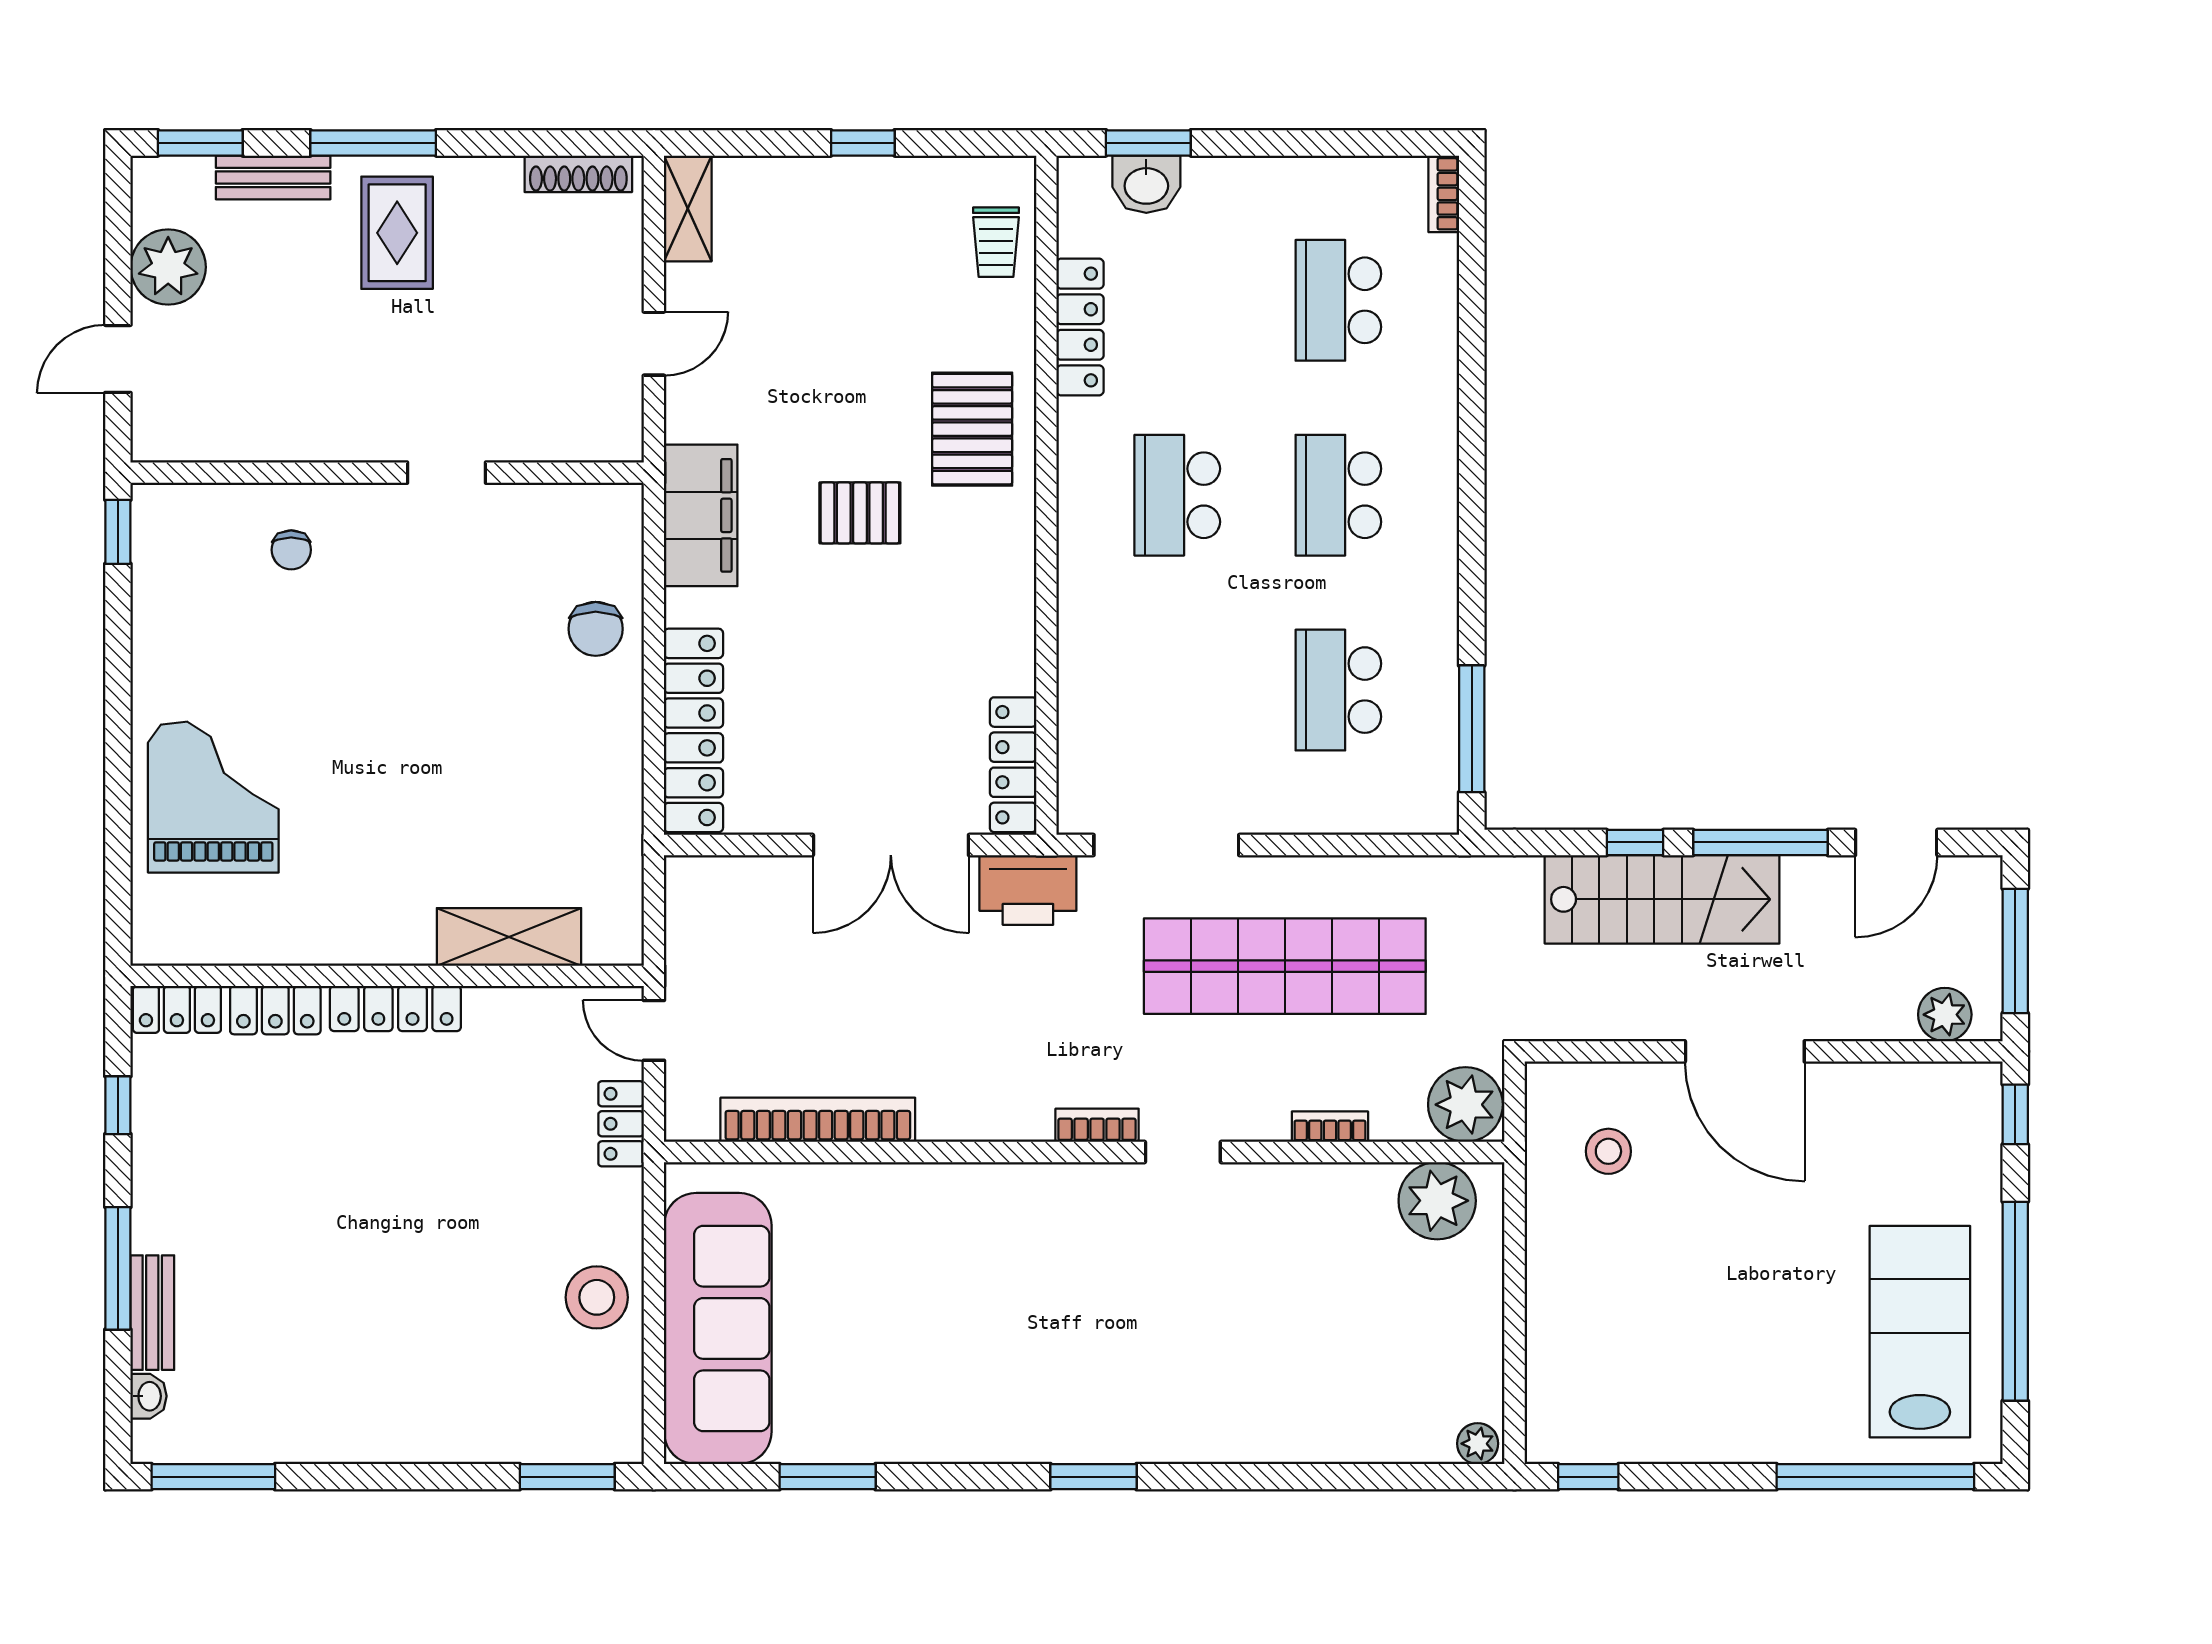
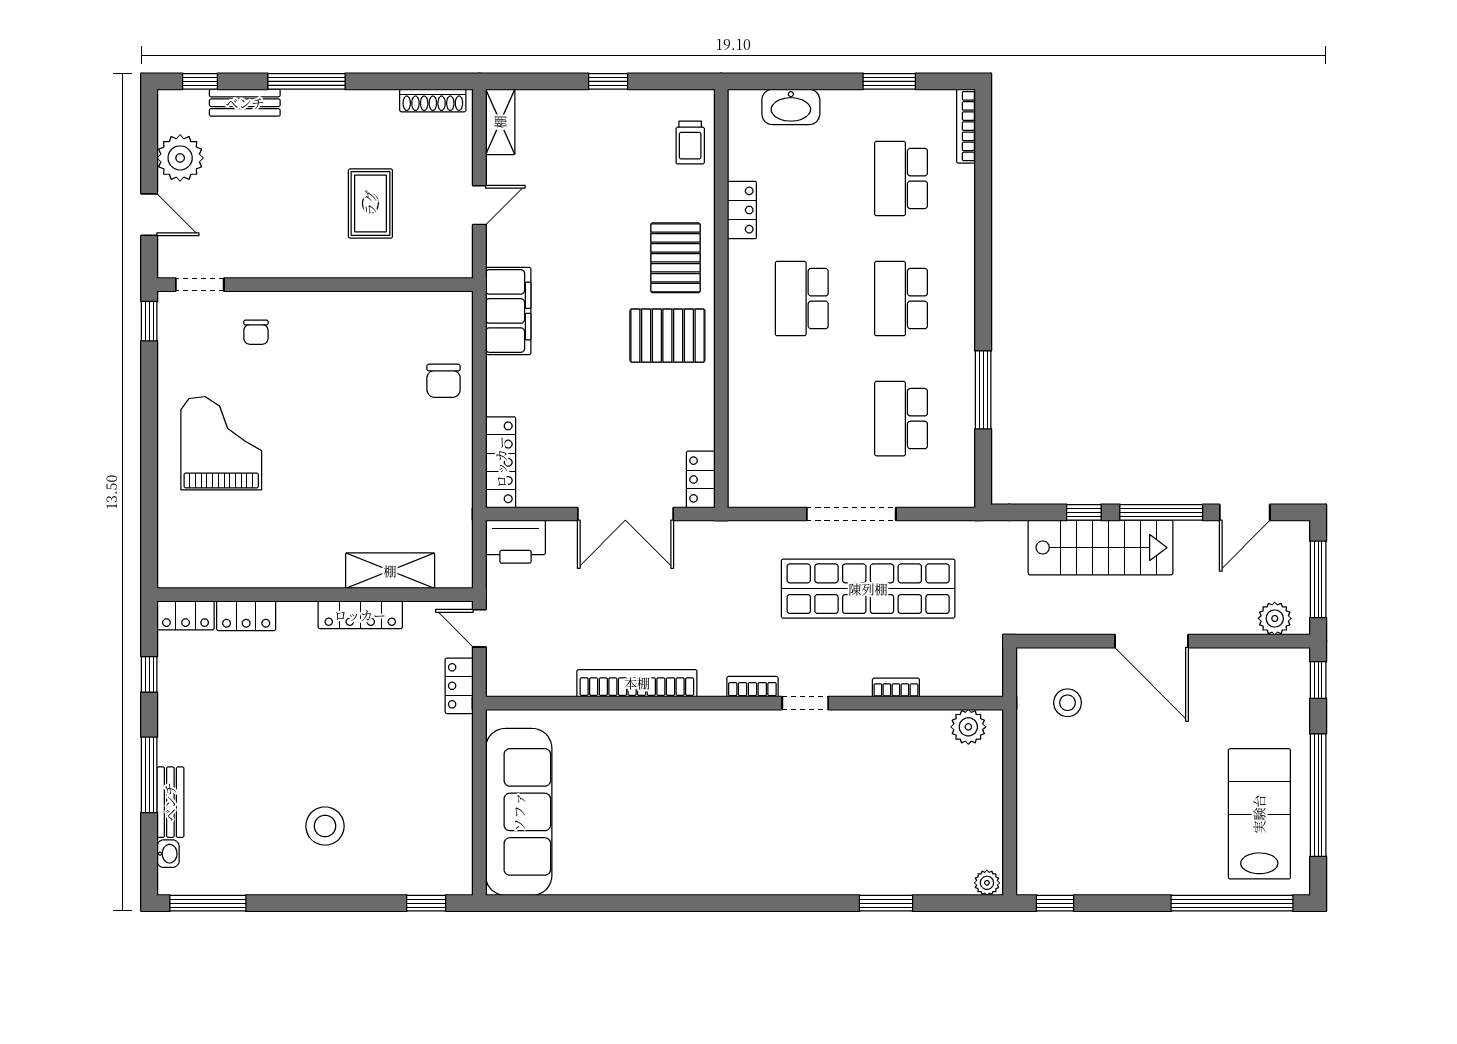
window: (200, 143) -> (200, 81), width x0.67
window: (1148, 143) -> (889, 81), moved
washbasin: (1146, 184) -> (791, 107), width x1.38
bookcase: (1444, 194) -> (966, 126), width x1.56
rug: (397, 233) -> (370, 203), moved
locker: (1080, 327) -> (742, 210), width x0.66
door: (118, 359) -> (149, 215), swing flipped
doorway: (447, 473) -> (200, 285), moved
pallet: (860, 513) -> (667, 336), moved, width x1.50, depth x1.42
window: (1472, 729) -> (983, 390), moved
locker: (693, 730) -> (501, 462), width x0.71, depth x0.83
locker: (1013, 765) -> (701, 479), width x0.66
grand piano: (213, 797) -> (221, 443), moved
doorway: (1166, 845) -> (851, 514), moved
printer: (1028, 890) -> (515, 542), moved
locker: (395, 1008) -> (360, 615), moved
plant: (1465, 1105) -> (979, 674), removed
bookcase: (818, 1120) -> (637, 683), moved
plant: (1437, 1201) -> (968, 727), width x0.73, depth x0.73
stool: (597, 1297) -> (325, 826), moved
window: (567, 1477) -> (426, 903), width x0.67
window: (828, 1477) -> (586, 903), removed
window: (1094, 1477) -> (886, 903), moved

